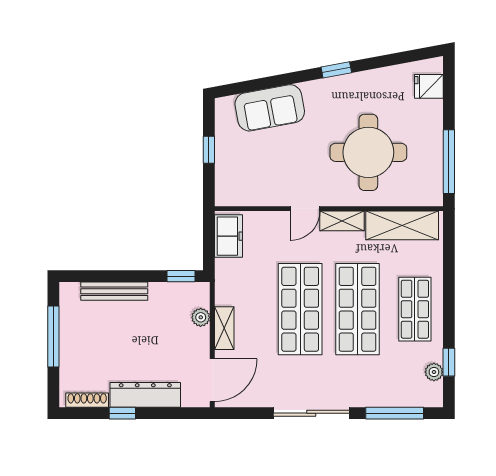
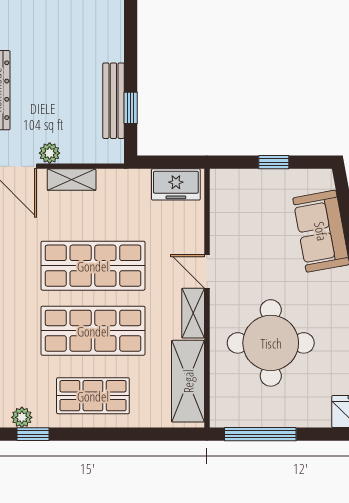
window: (181, 276) -> (131, 108), moved
bench: (114, 291) -> (113, 101), moved
plant: (201, 317) -> (50, 153), moved

